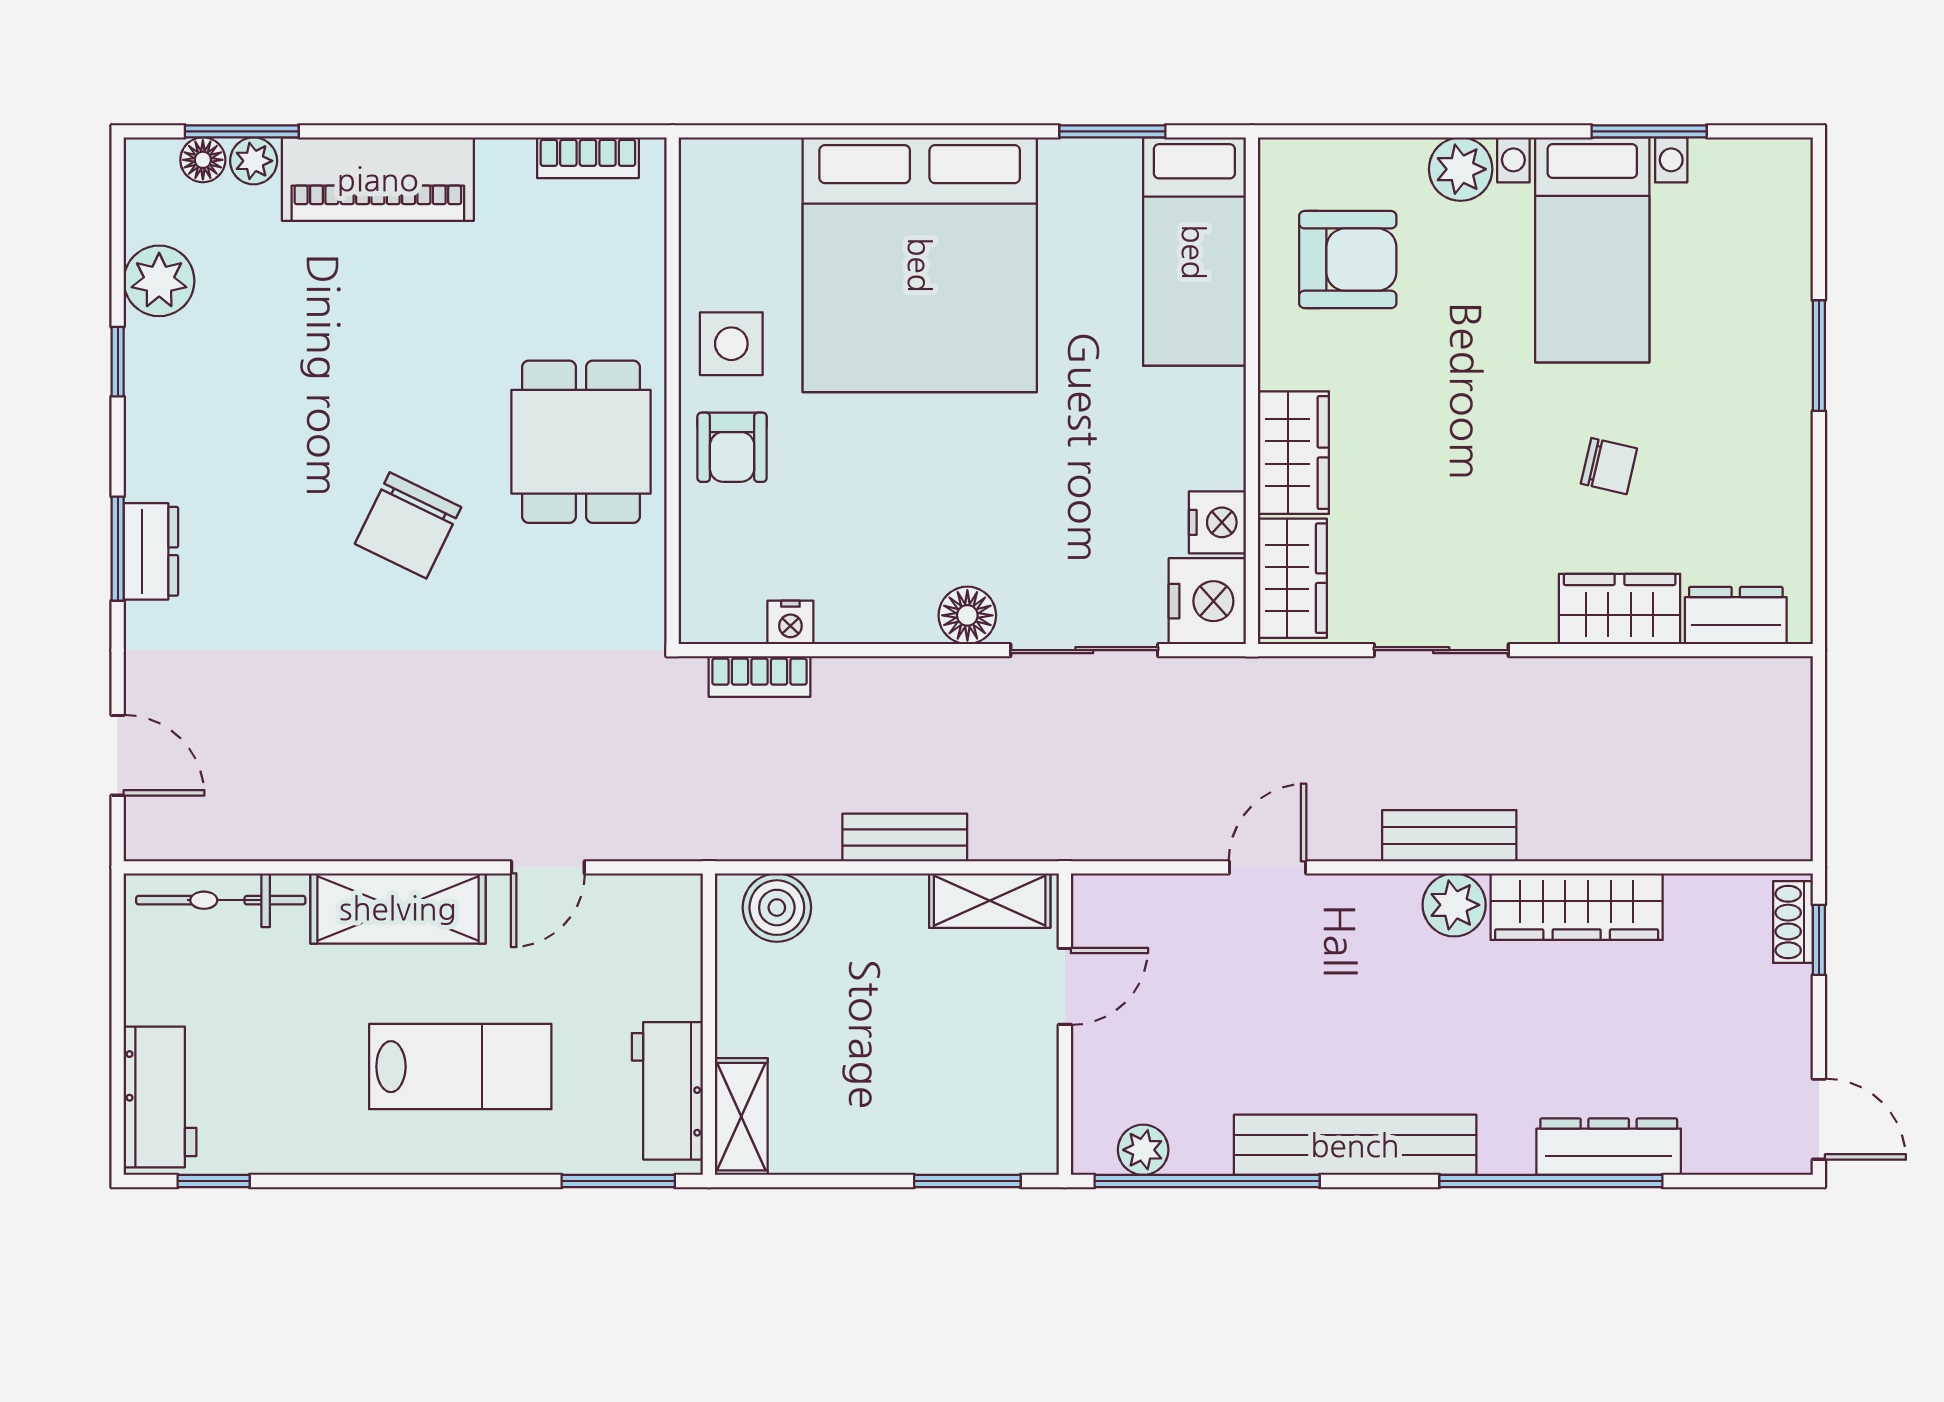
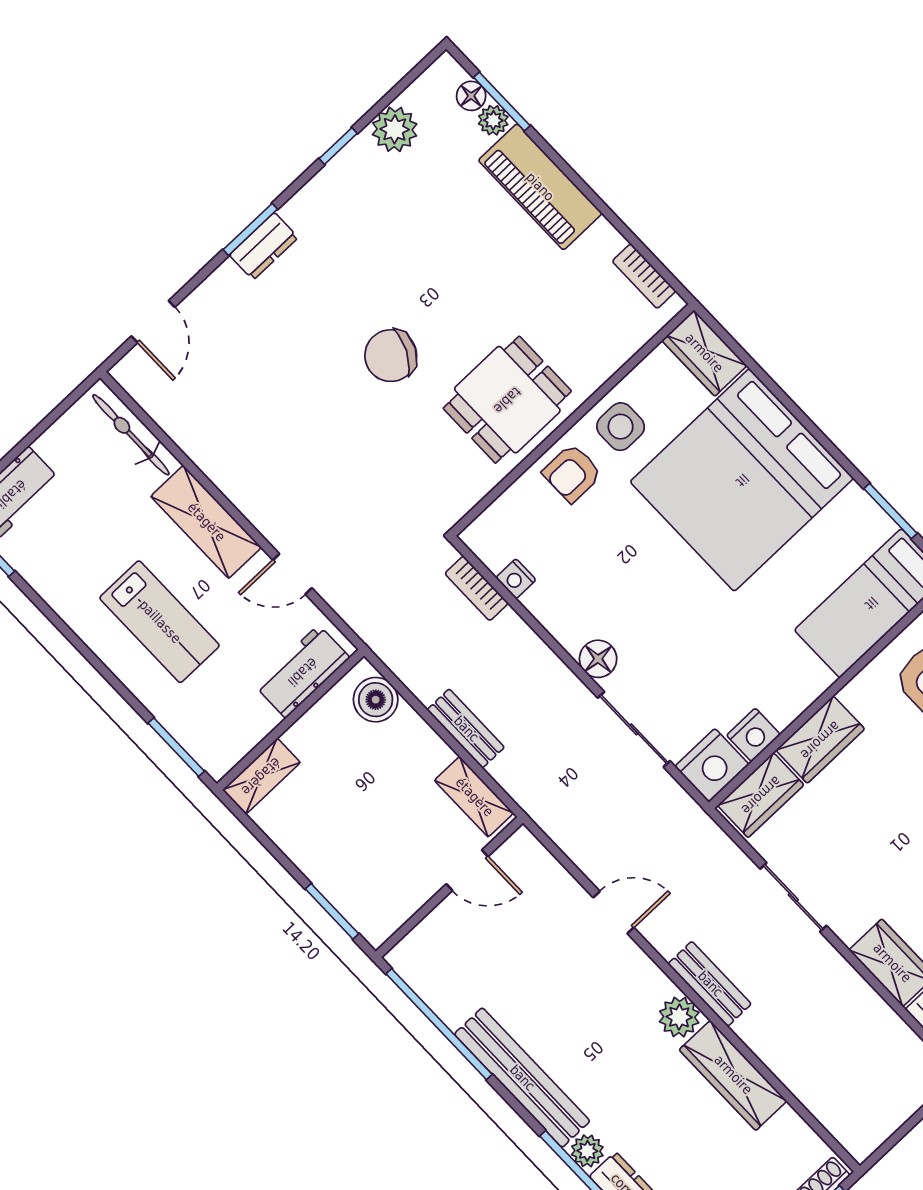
wardrobe: (738, 172) -> (704, 353), added
workbench: (667, 1091) -> (302, 672), moved
plant: (1143, 1150) -> (587, 1151), moved

